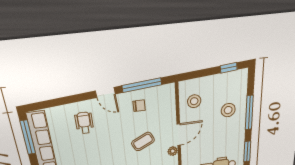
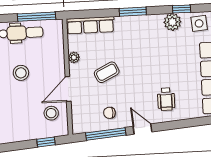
window: (229, 68) -> (46, 142), moved
stool: (228, 110) -> (21, 73), moved
door: (179, 135) -> (68, 89), moved

